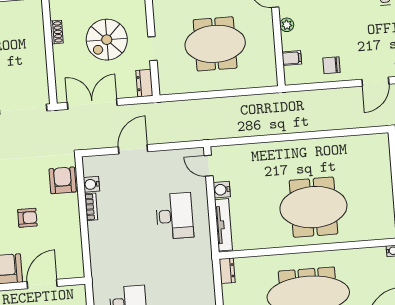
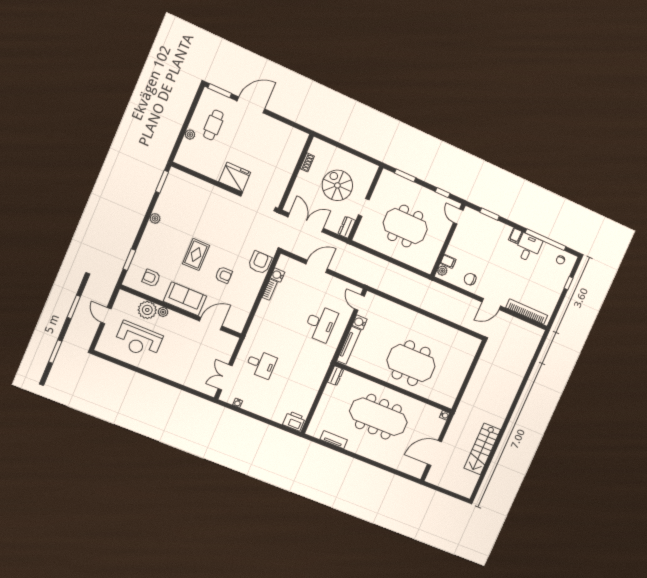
plant: (287, 25) -> (442, 271), moved
spiral stairs: (107, 40) -> (337, 185), turned 90

